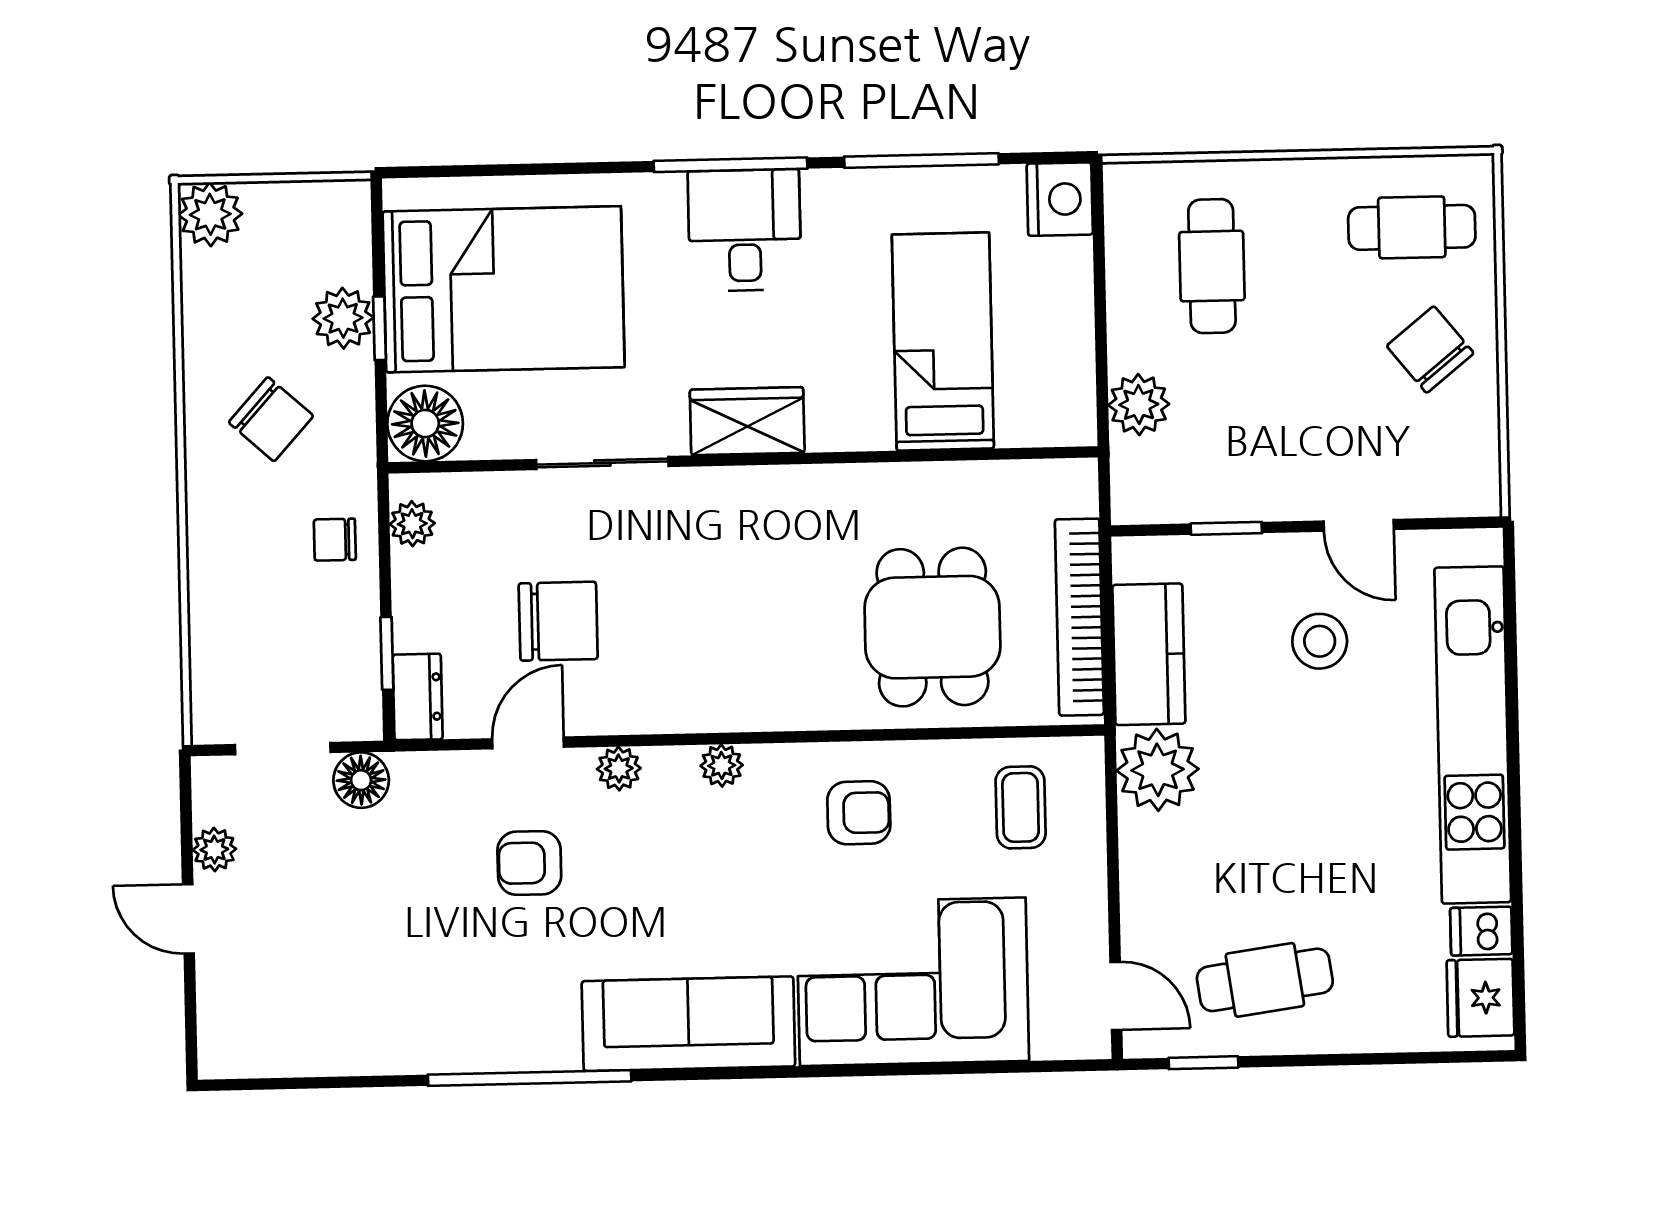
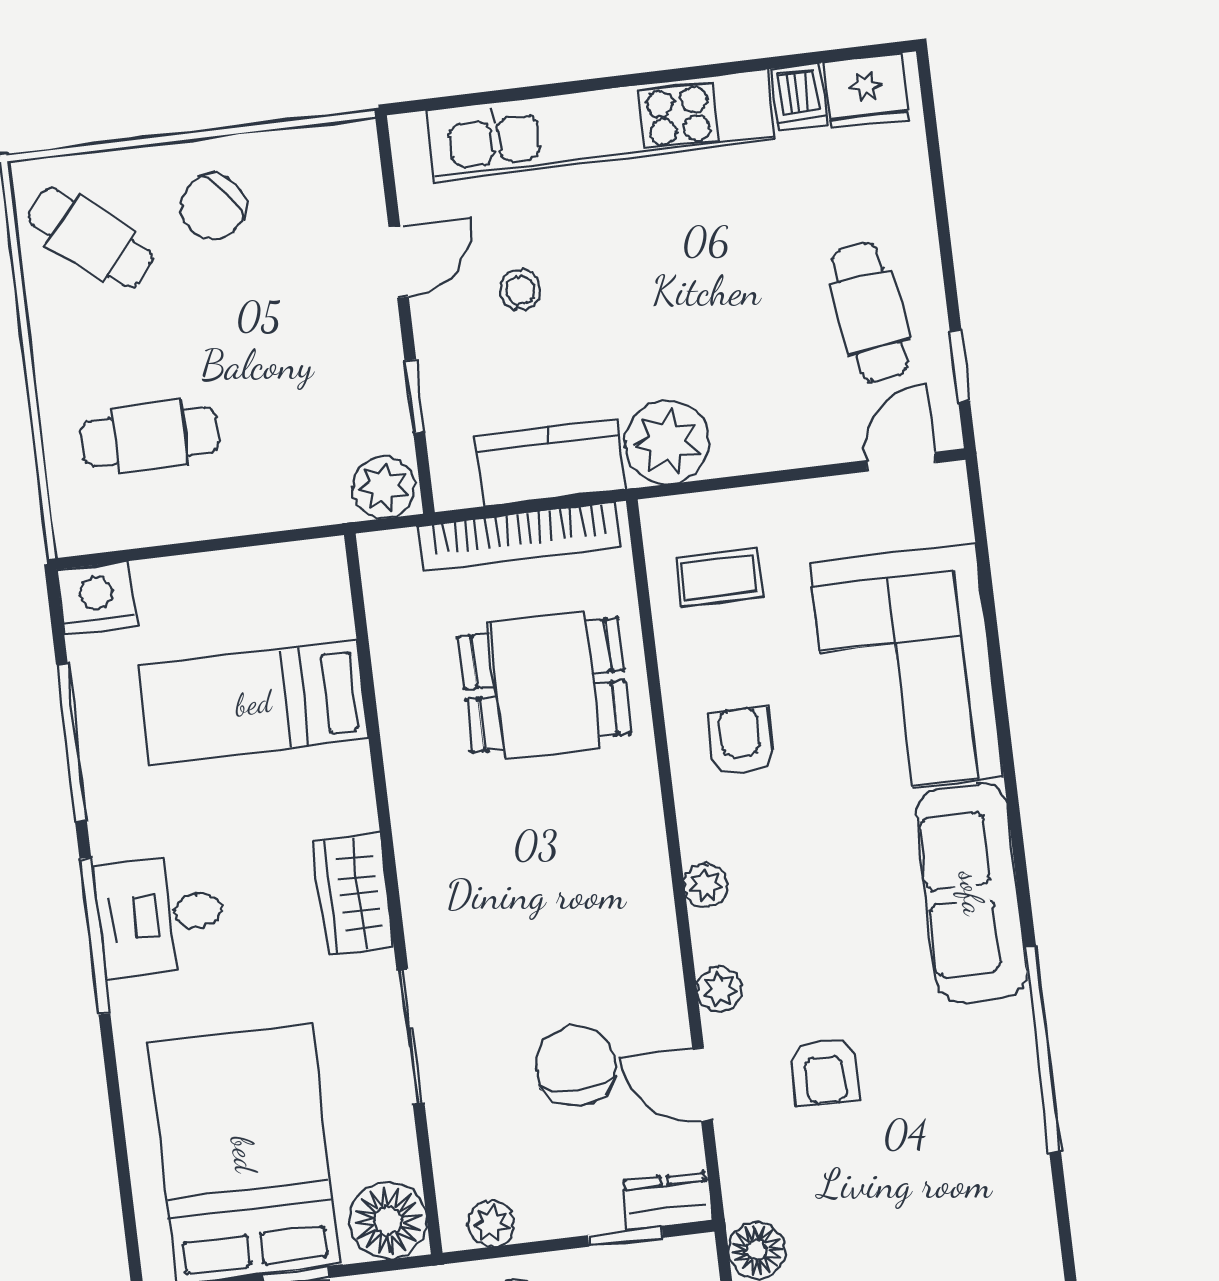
cafe table: (1412, 227) -> (91, 238), turned -49
plant: (1139, 404) -> (384, 487), moved
stool: (1320, 641) -> (520, 290), width x0.73, depth x0.73

